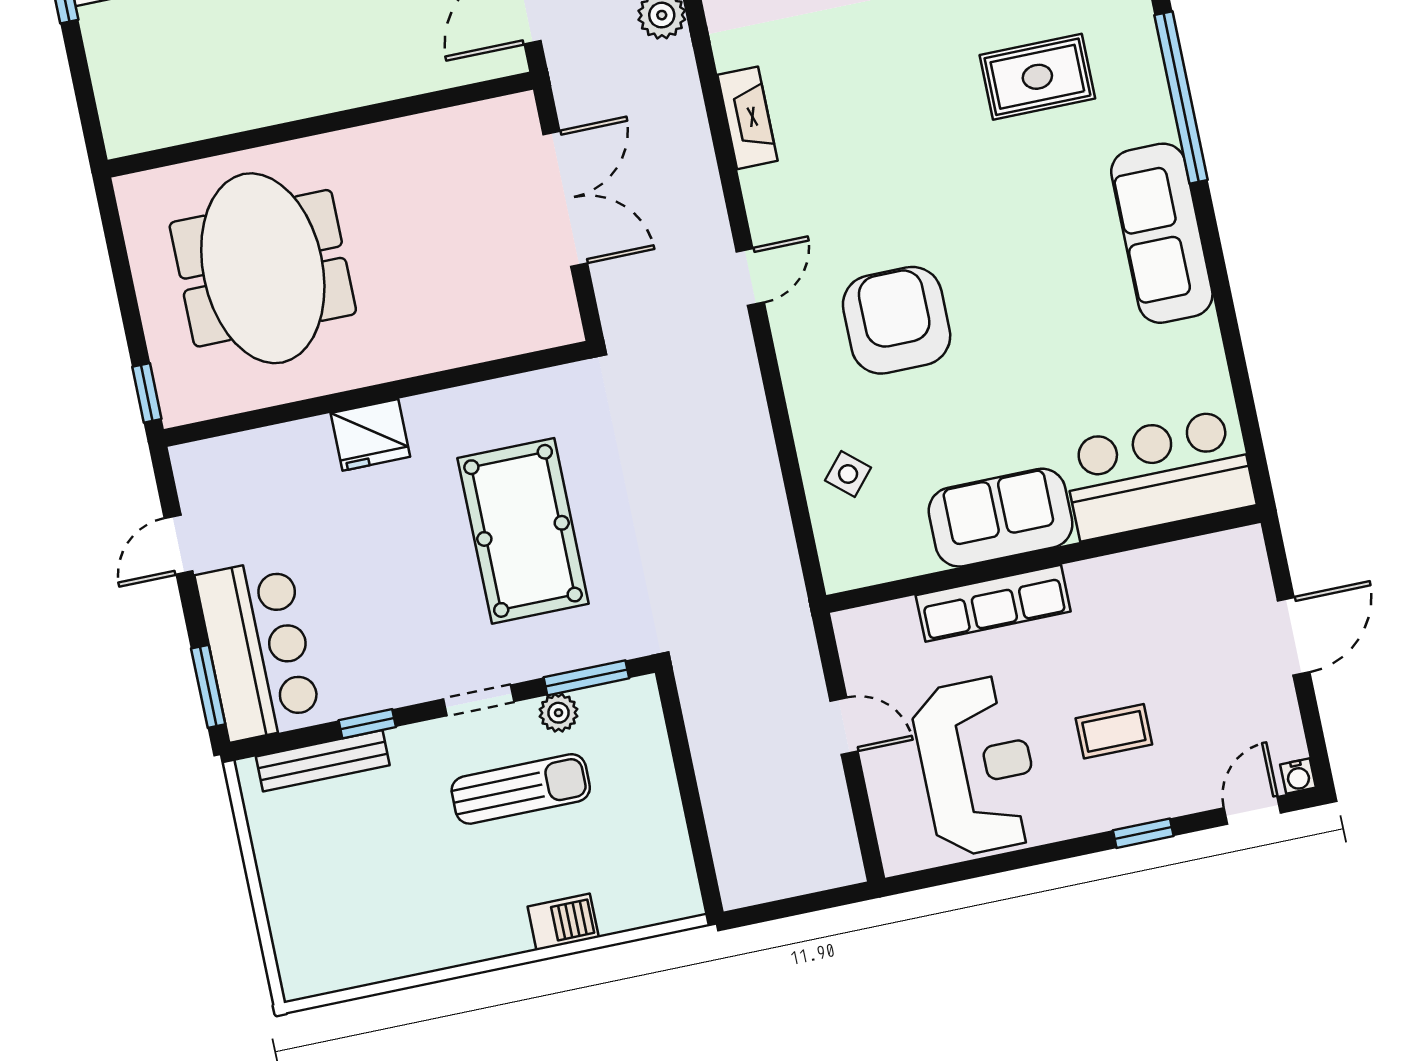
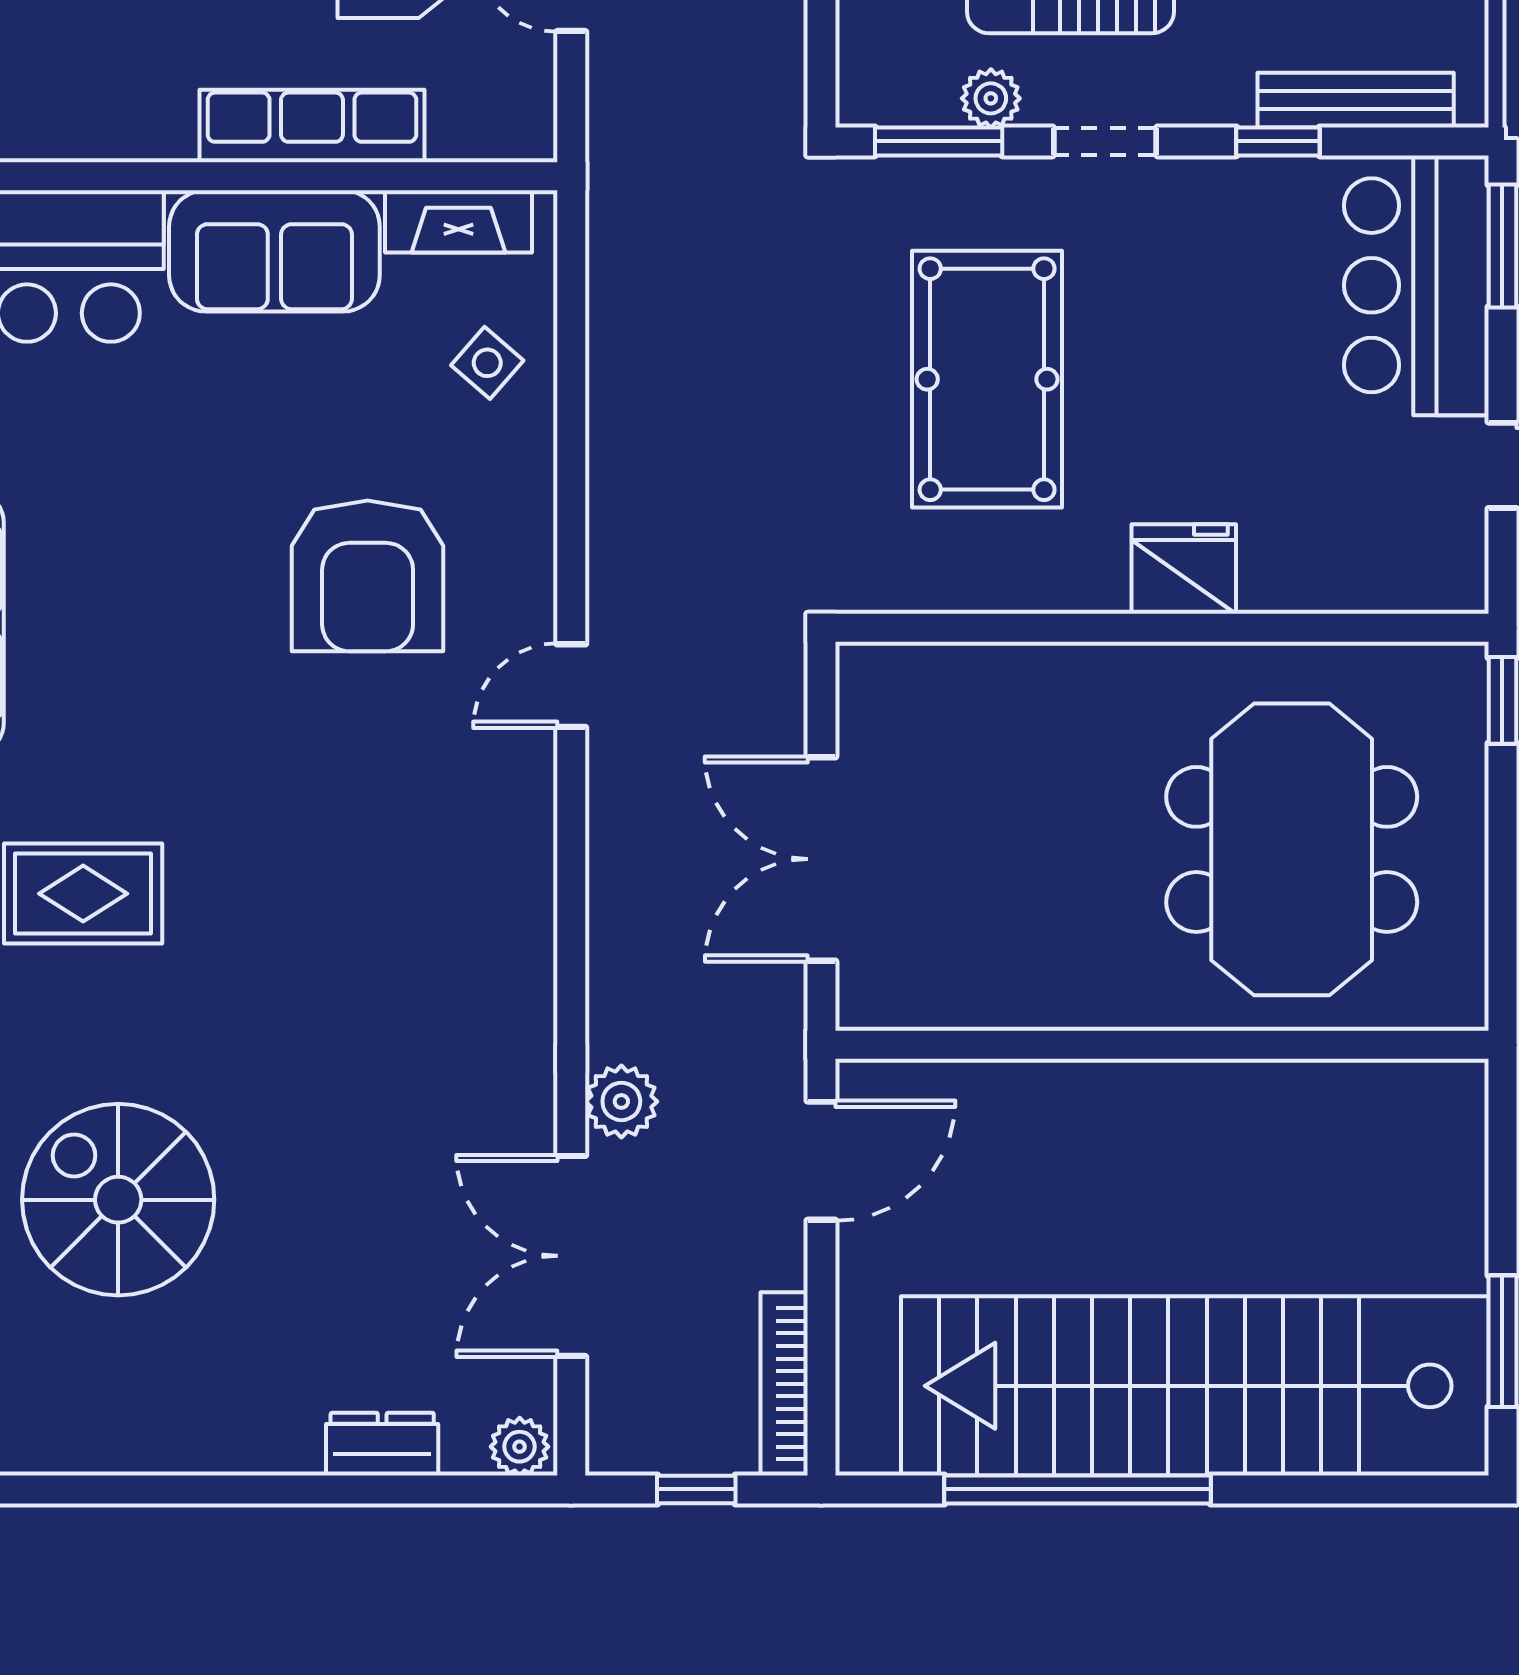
fireplace: (747, 118) -> (458, 221), moved, turned -90

